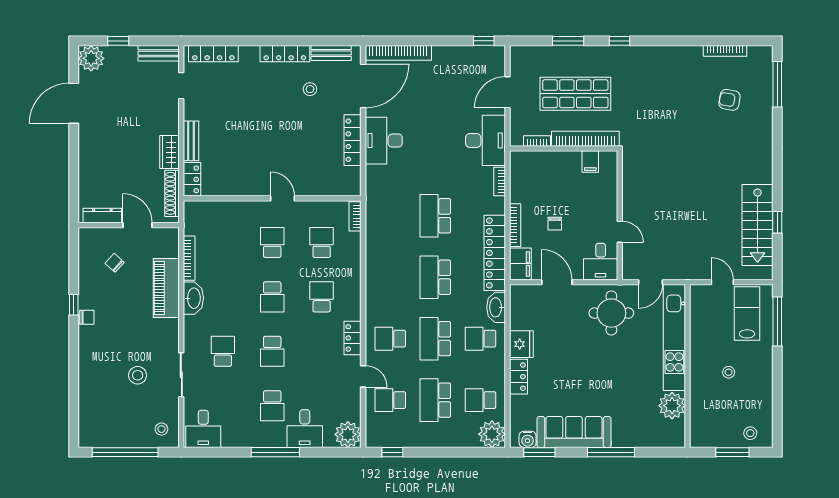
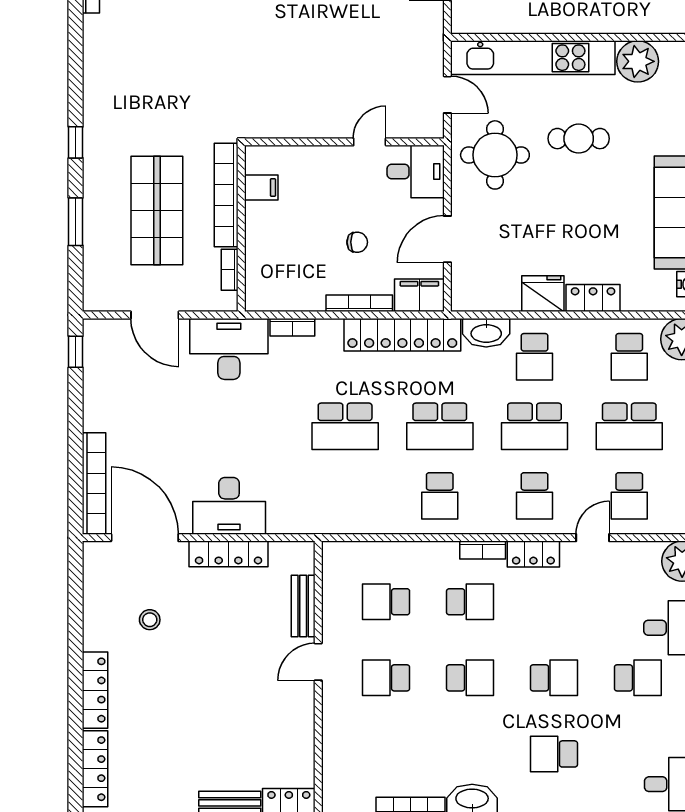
bench: (331, 53) -> (303, 606), moved
locker: (285, 54) -> (95, 690), moved
bookcase: (355, 216) -> (483, 550), moved
school desk: (390, 277) -> (440, 496), added
school desk: (322, 297) -> (470, 602), turned 180
cafe table: (622, 367) -> (579, 139), added

